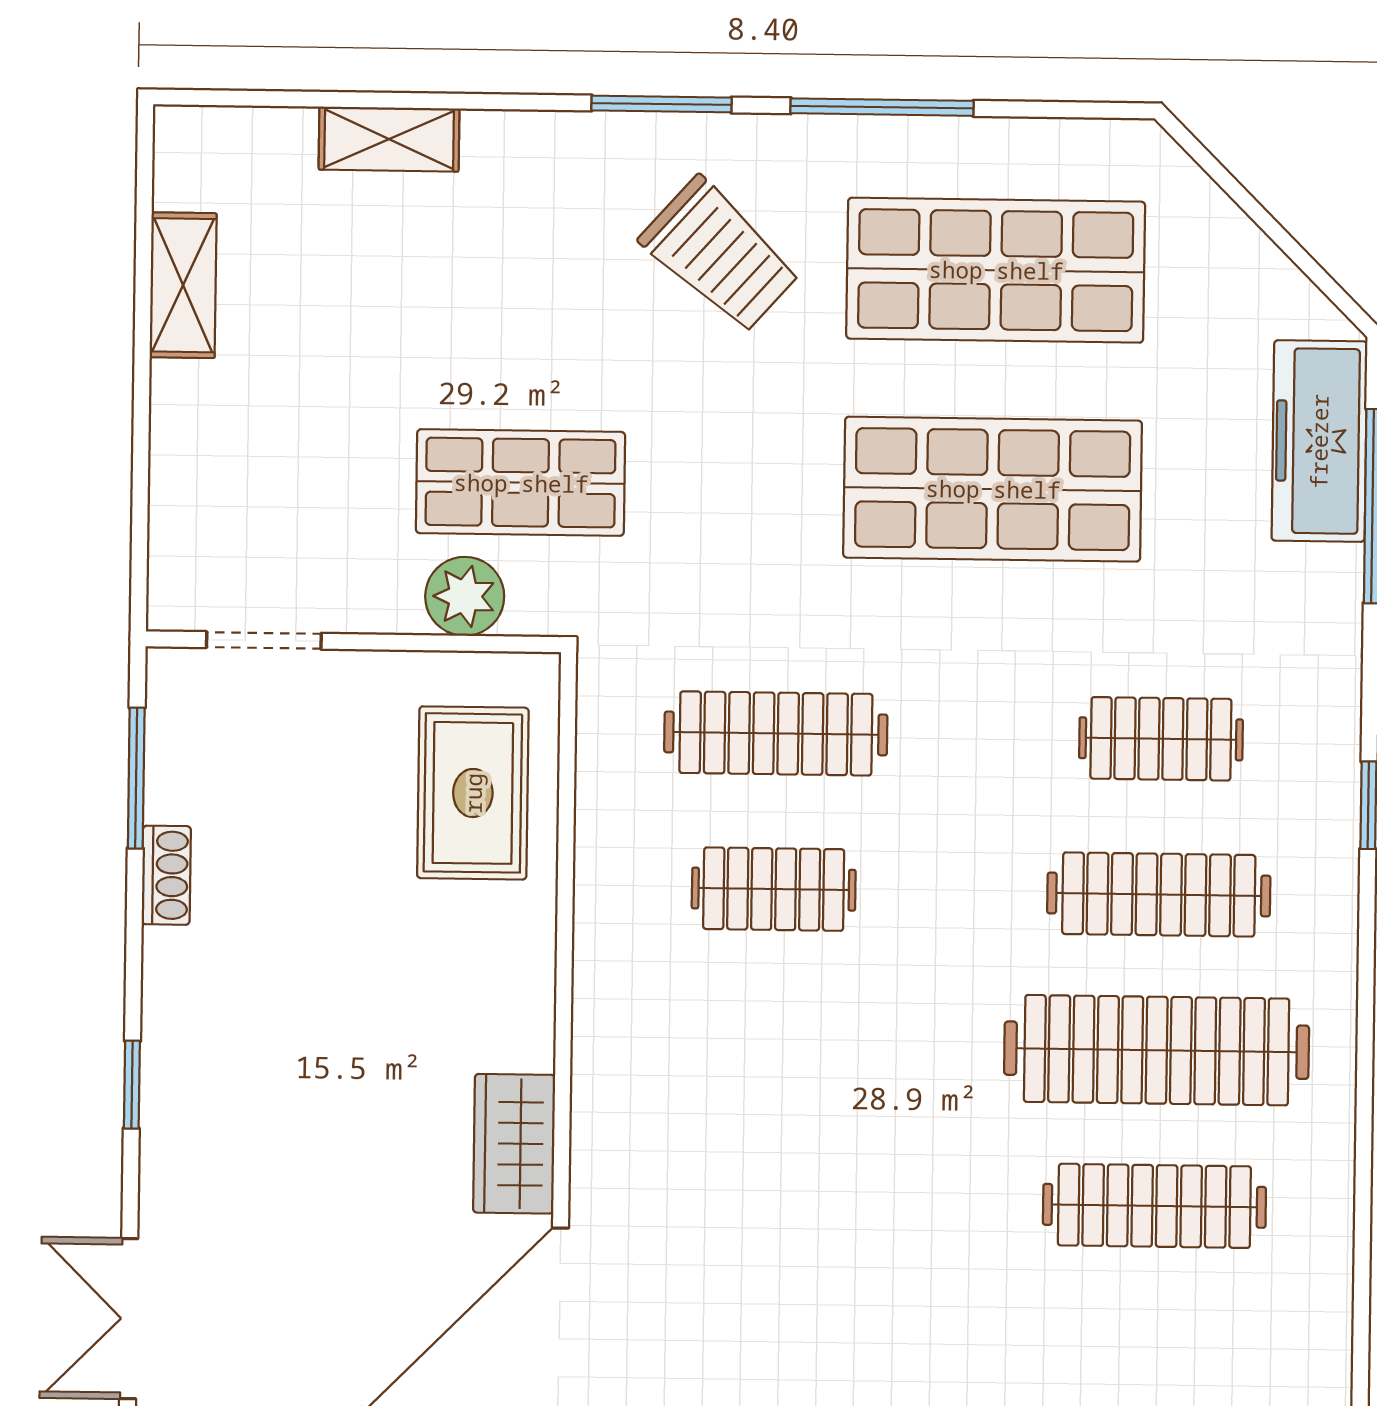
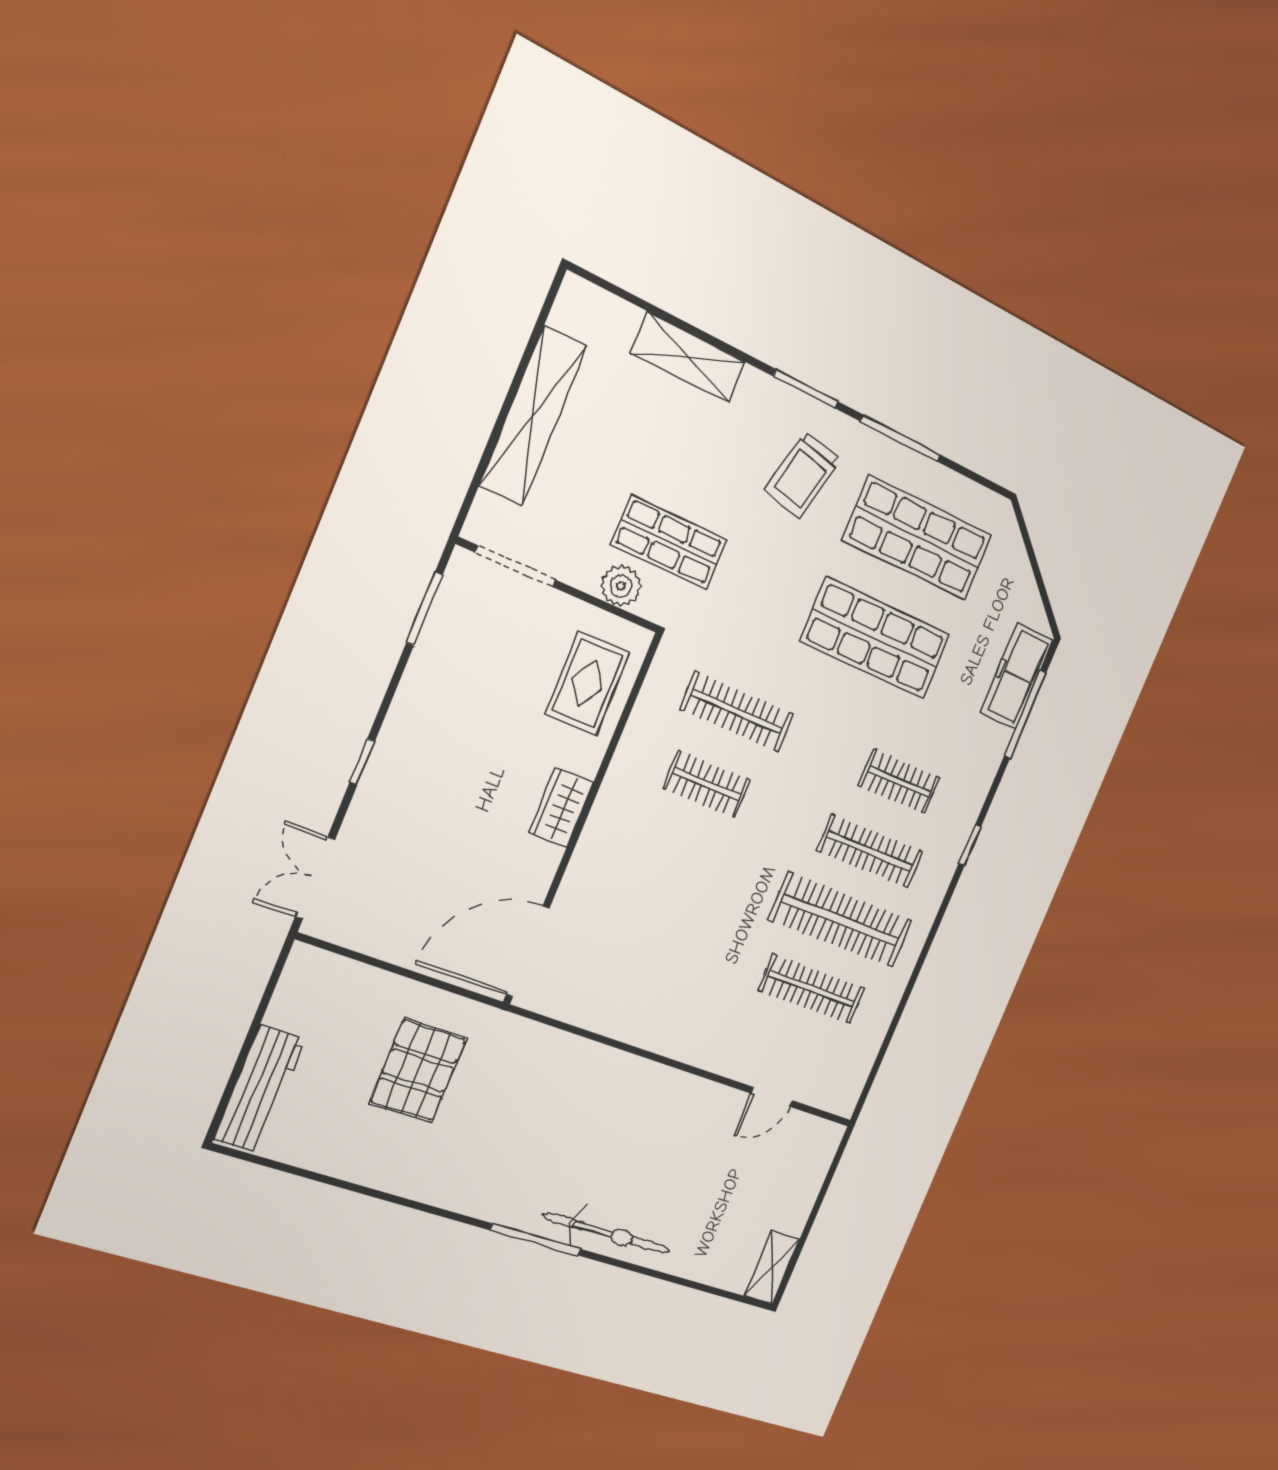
shelving: (389, 139) -> (689, 358), width x1.50, depth x1.33
trolley: (720, 255) -> (803, 474), turned 61
shelving: (183, 285) -> (533, 416), width x2.20, depth x1.33
doorway: (264, 640) -> (516, 566), width x1.38
shoe rack: (166, 875) -> (421, 664), removed
wardrobe: (514, 1144) -> (561, 808), moved

